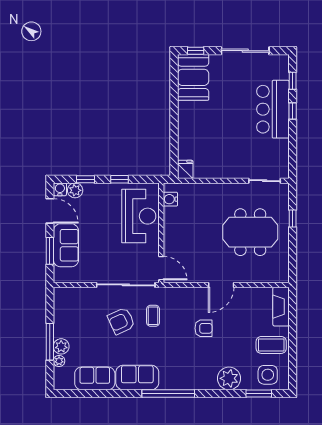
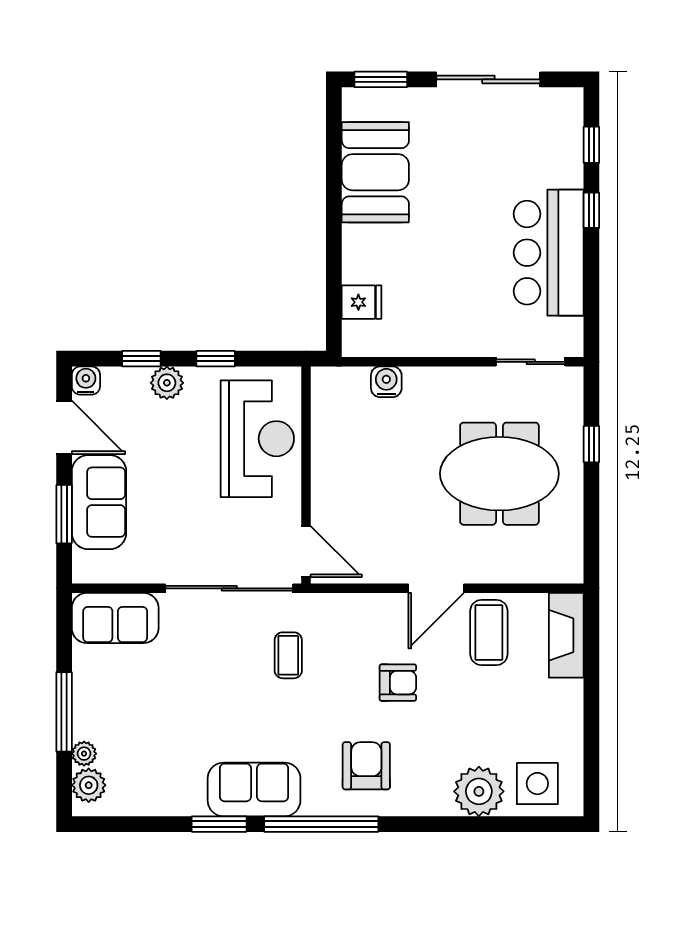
window: (196, 51) -> (381, 79), width x1.50
booth: (193, 77) -> (375, 172), moved
bar counter: (273, 109) -> (549, 253), moved
fridge: (185, 169) -> (362, 302), moved, turned 90
plant: (75, 190) -> (167, 383), moved
water cooler: (170, 199) -> (386, 382), moved, turned 90
armchair: (121, 321) -> (366, 766), moved, turned 115
coffee table: (271, 345) -> (489, 633), moved, turned 90
plant: (61, 346) -> (89, 785), moved
sofa: (95, 378) -> (115, 618), moved, turned 180
plant: (229, 378) -> (479, 791), moved
window: (259, 393) -> (219, 824), moved

